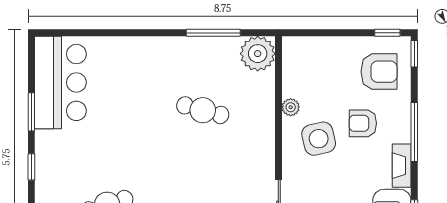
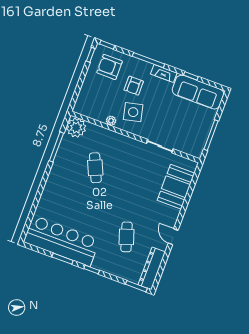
armchair: (379, 72) -> (110, 67), turned -90
bar counter: (60, 82) -> (62, 241), width x1.36
cafe table: (203, 110) -> (95, 168), turned -39

